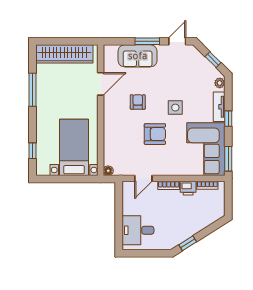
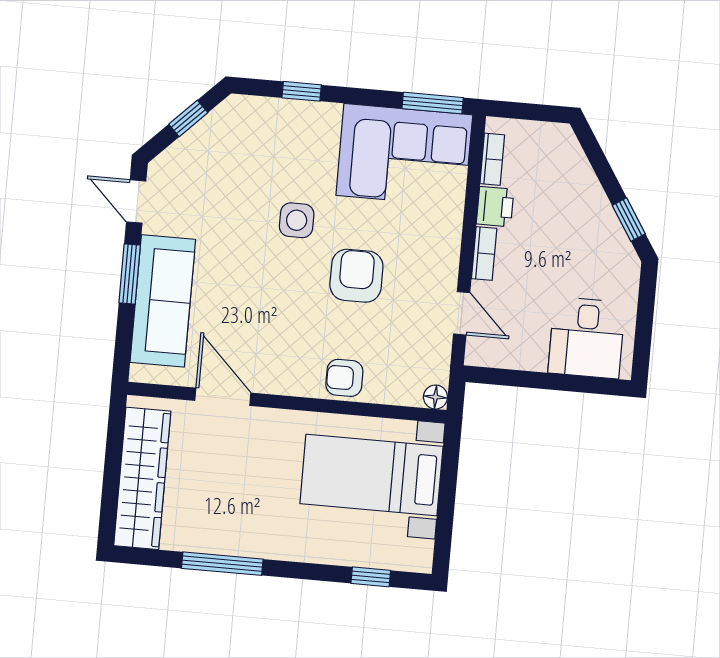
sofa: (138, 56) -> (163, 301), width x1.36
plant: (220, 83) -> (246, 107), removed
armchair: (138, 102) -> (344, 378), moved
tv unit: (219, 107) -> (304, 114), removed
window: (228, 119) -> (302, 91), moved

